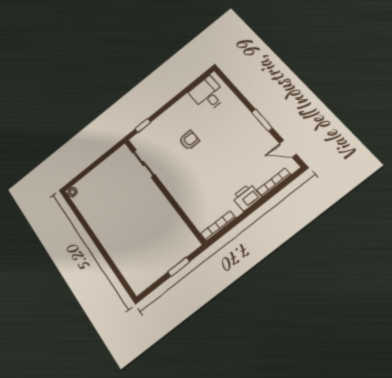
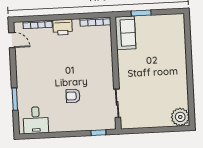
window: (262, 120) -> (15, 99), moved
plant: (73, 192) -> (180, 117), width x1.87, depth x1.87
sofa: (181, 236) -> (125, 33), added

